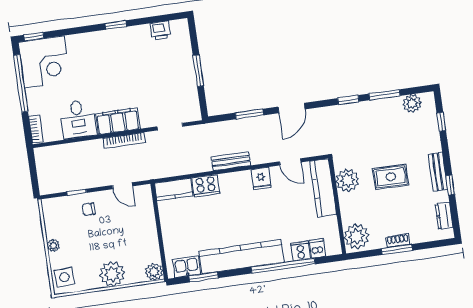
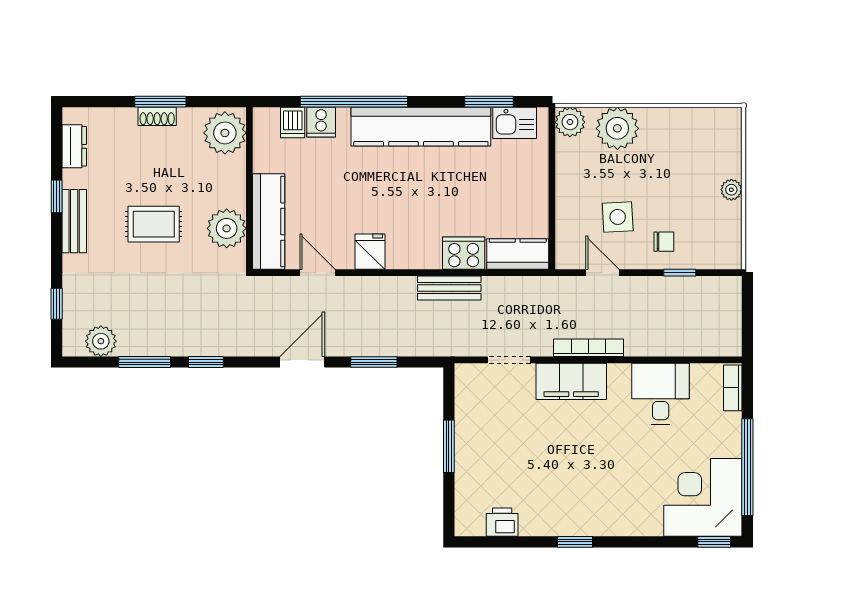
filing cabinet: (118, 121) -> (571, 381), moved
bench: (231, 161) -> (449, 288), moved
plant: (112, 274) -> (617, 128), moved
side table: (64, 277) -> (618, 217), moved

